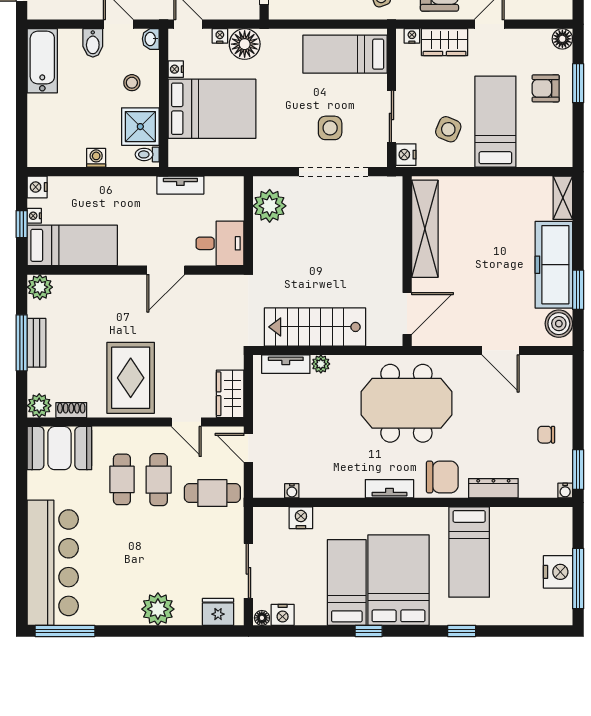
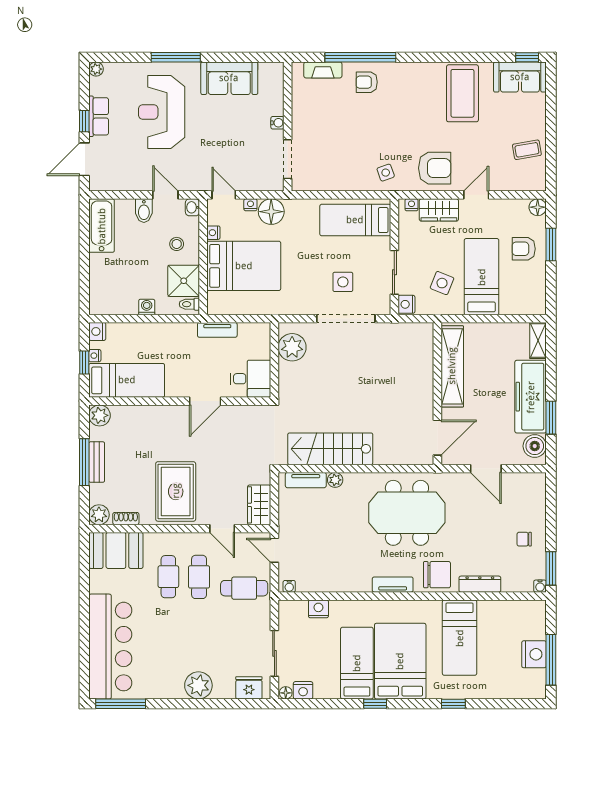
shelving: (425, 229) -> (452, 366), moved
wall: (407, 261) -> (437, 394), moved
door: (407, 313) -> (437, 438), moved
water cooler: (292, 491) -> (289, 586), moved

